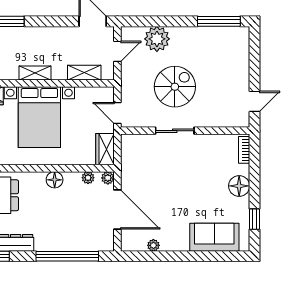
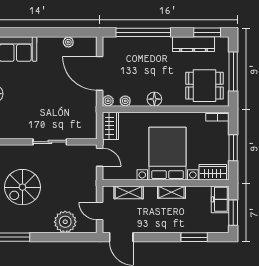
door: (117, 51) -> (100, 211), hinge flipped
spiral stairs: (175, 87) -> (22, 187), moved

